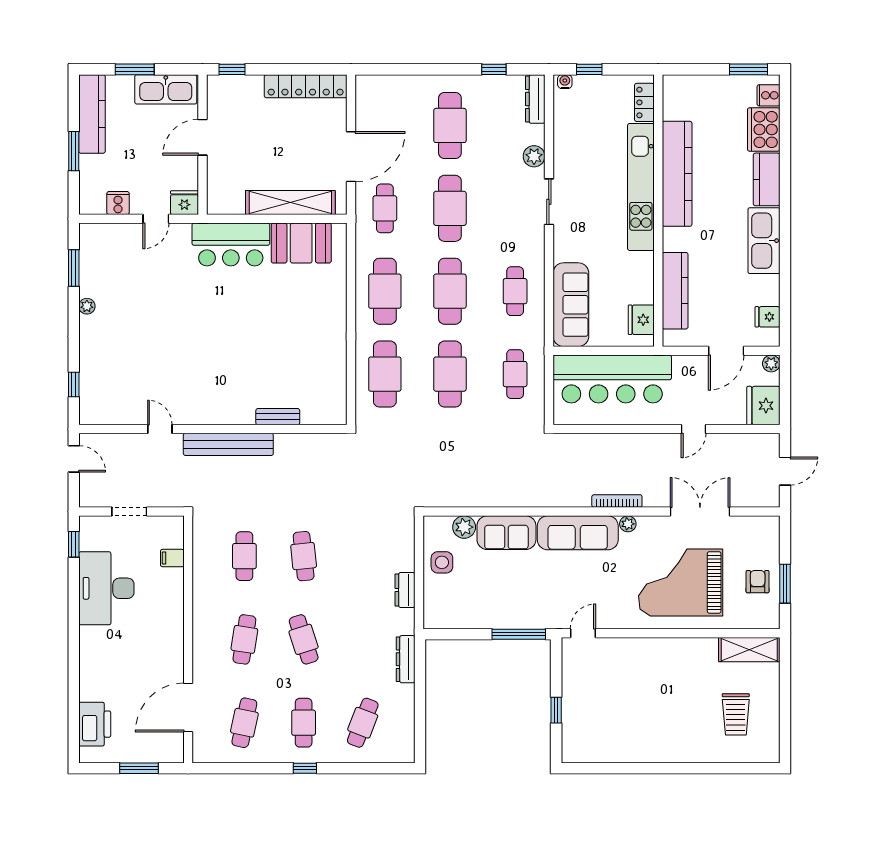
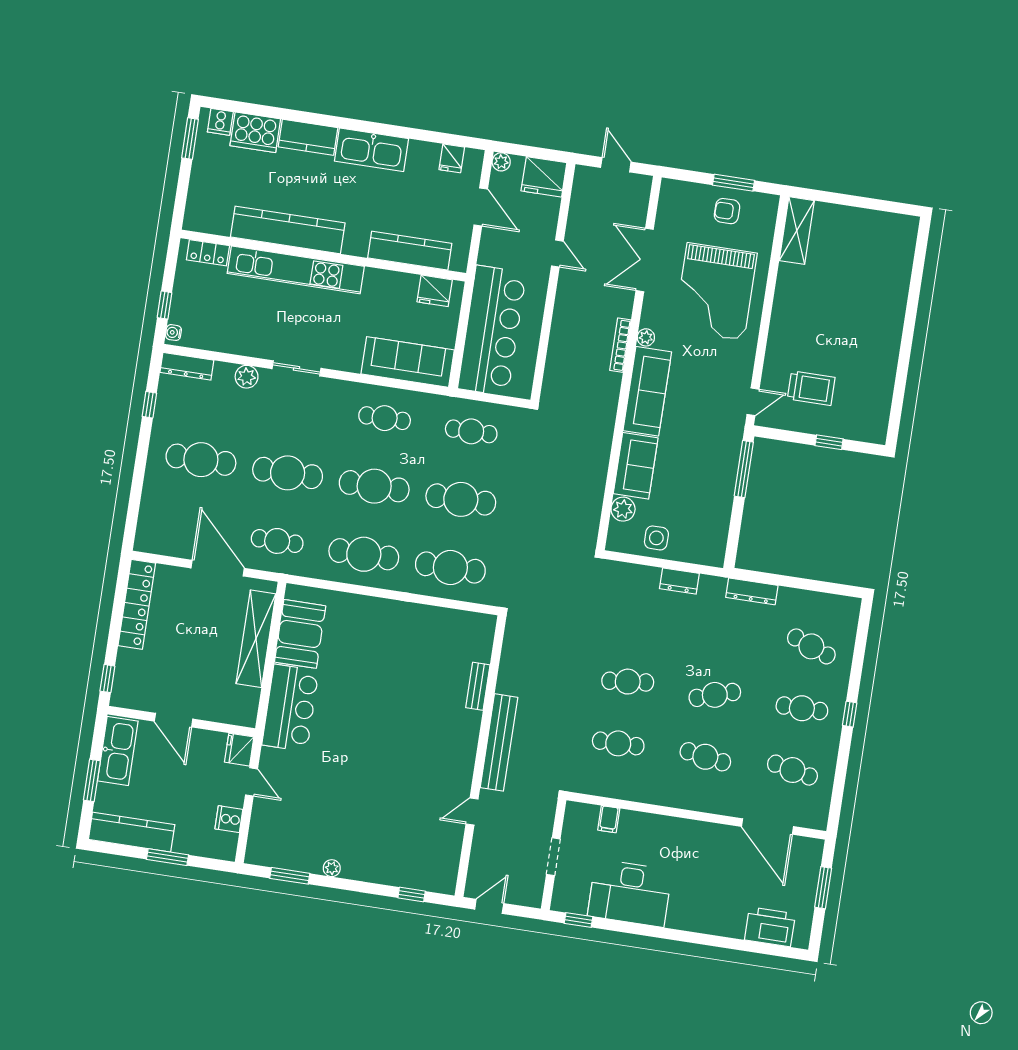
door: (583, 633) -> (753, 402), swing flipped
trolley: (736, 714) -> (811, 388), moved

